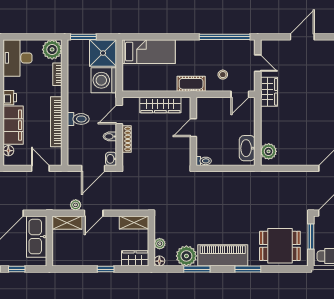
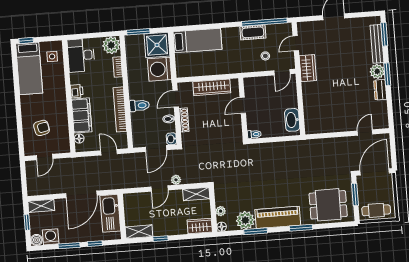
door: (258, 63) -> (296, 43), swing flipped
cot: (191, 84) -> (253, 32), moved
plant: (269, 151) -> (311, 121), removed
plant: (76, 205) -> (176, 180), moved
shelving: (67, 223) -> (139, 232), moved
window: (106, 269) -> (160, 239), moved

